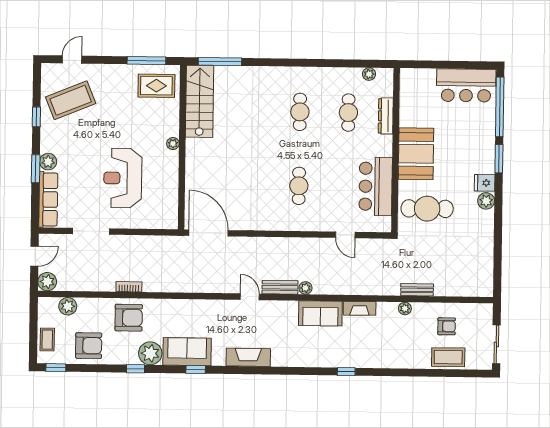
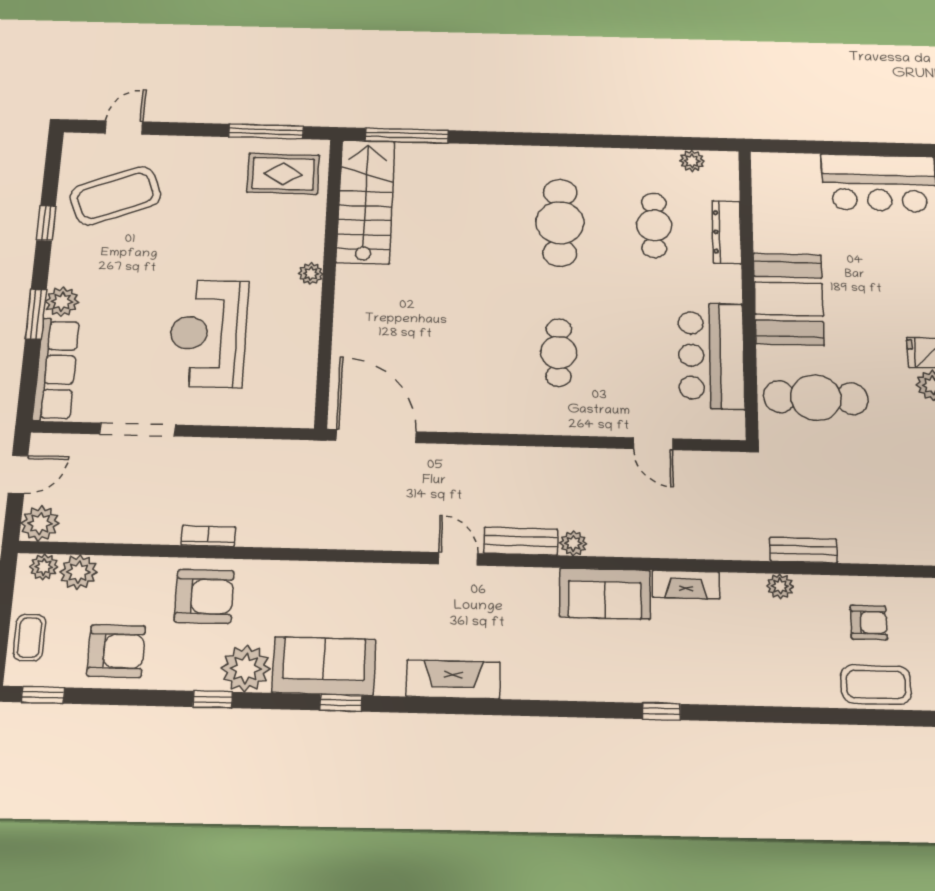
cafe table: (300, 112) -> (560, 223), width x1.37, depth x1.35
plant: (51, 304) -> (44, 567), added

